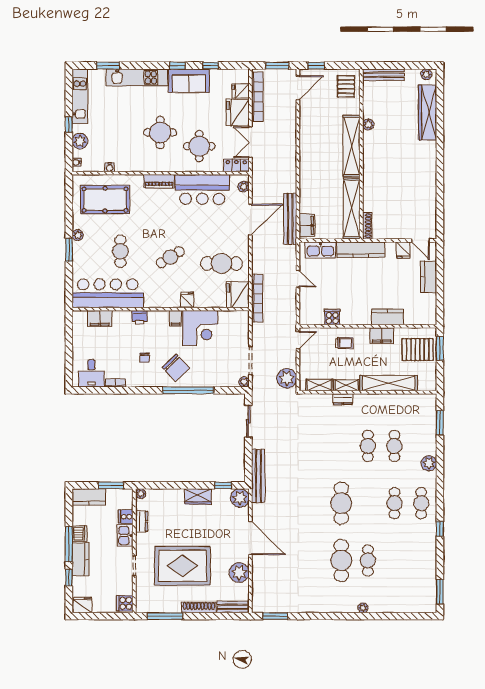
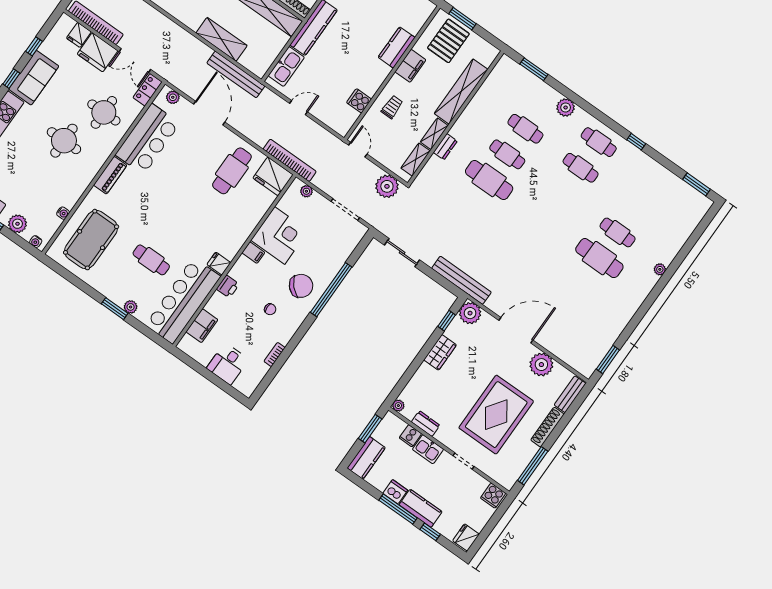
shelving: (308, 192) -> (222, 39), added
filing cabinet: (307, 225) -> (253, 63), removed
plant: (78, 235) -> (131, 307), moved
cafe table: (170, 257) -> (191, 216), removed
fridge: (187, 300) -> (219, 264), moved
desk: (91, 373) -> (228, 364), moved, turned 90
plant: (244, 382) -> (306, 191), moved
cafe table: (341, 503) -> (489, 180), moved

